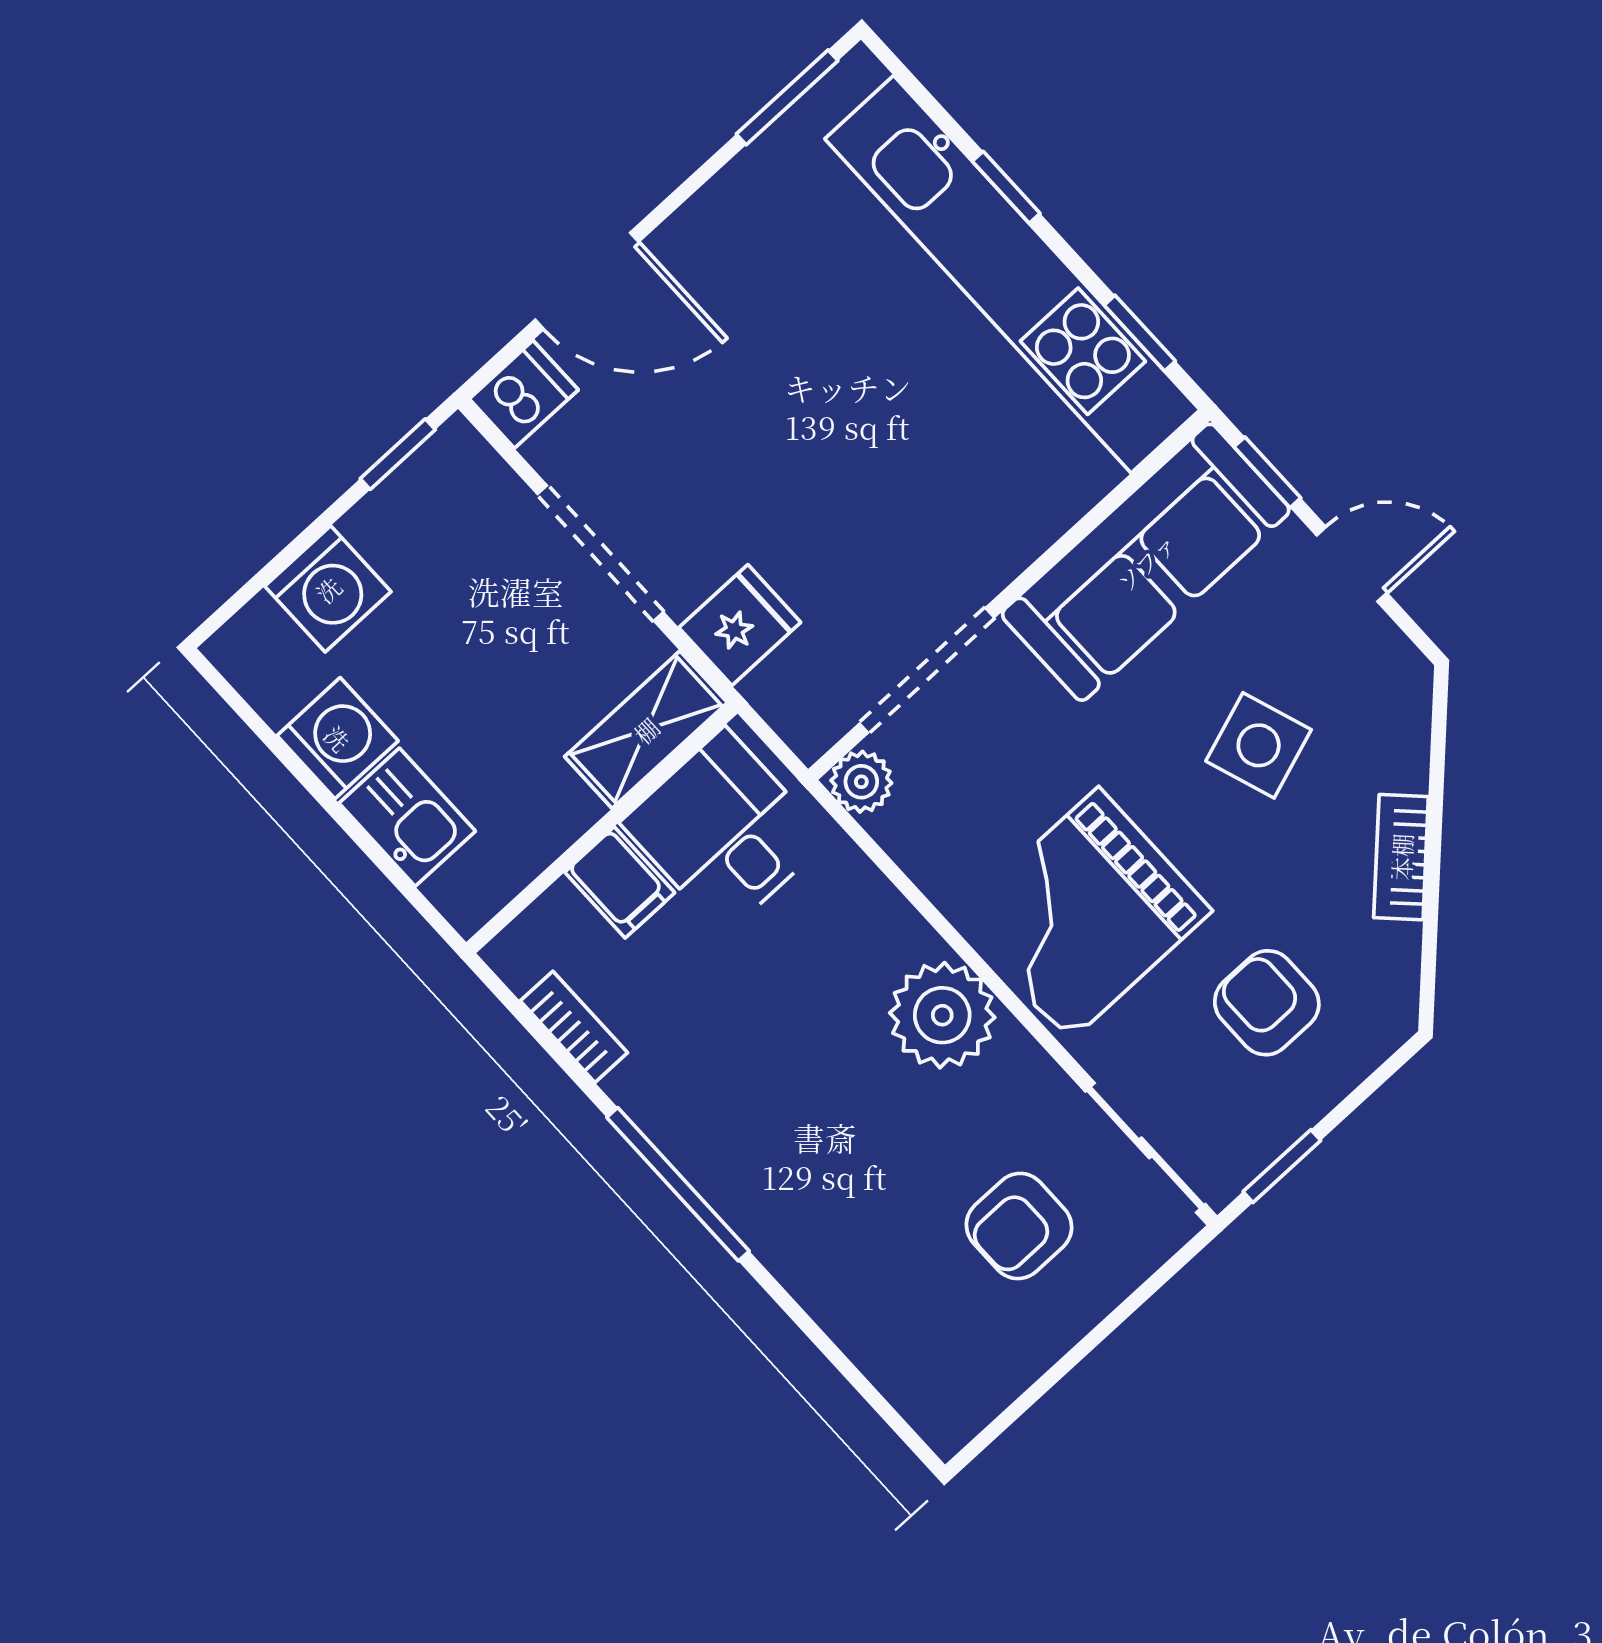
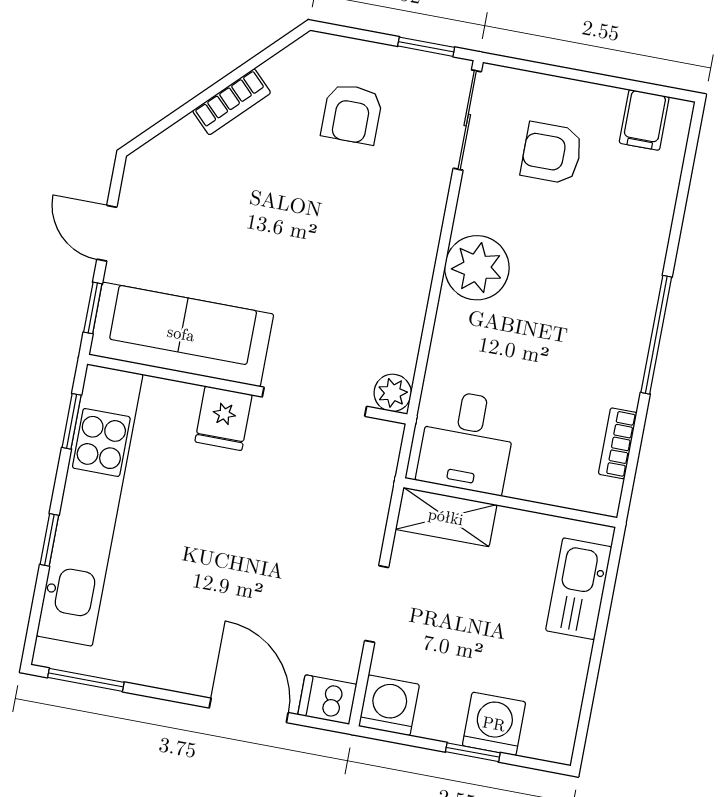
window: (398, 454) -> (473, 752), moved
doorway: (600, 553) -> (377, 604), width x0.73
fridge: (740, 625) -> (224, 418), moved, turned -90
washing machine: (338, 738) -> (389, 705), moved, turned 90
side table: (1259, 745) -> (229, 212), removed
kitchen sink: (407, 817) -> (579, 589), width x1.38
filing cabinet: (620, 882) -> (644, 120), moved, turned 180
grand piano: (1084, 914) -> (376, 236), removed
armchair: (1019, 1226) -> (552, 153), turned 180

